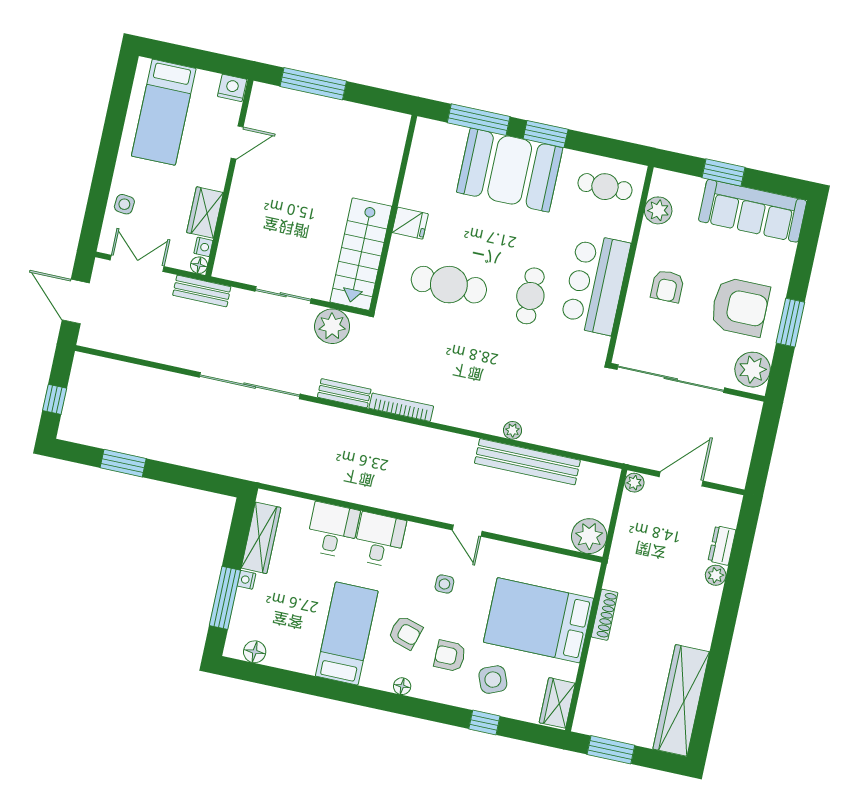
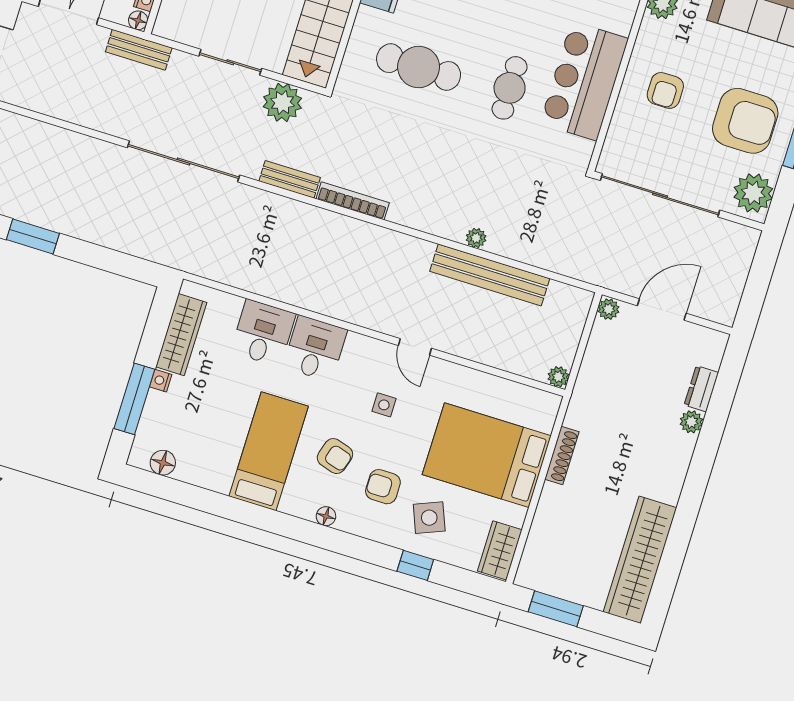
plant: (589, 536) -> (558, 377), width x0.53, depth x0.53

